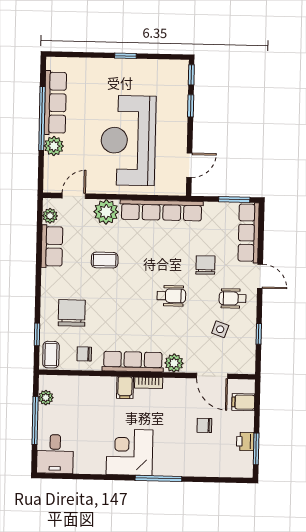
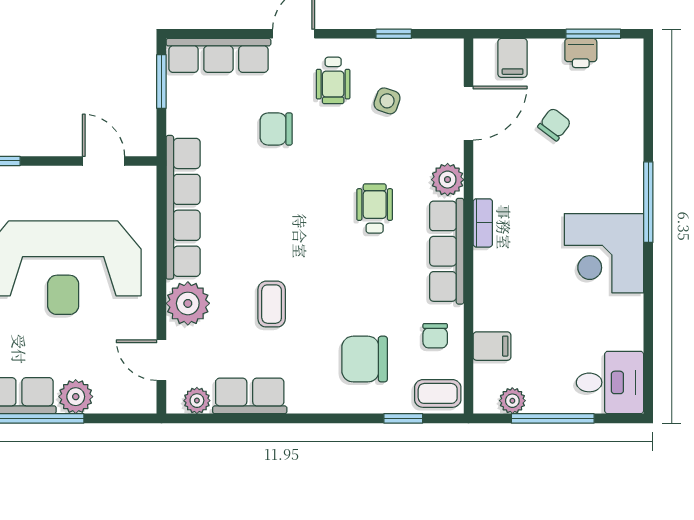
wheelchair: (171, 296) -> (375, 208), moved
filing cabinet: (125, 388) -> (492, 346), moved
chair: (204, 425) -> (554, 124), turned -143

